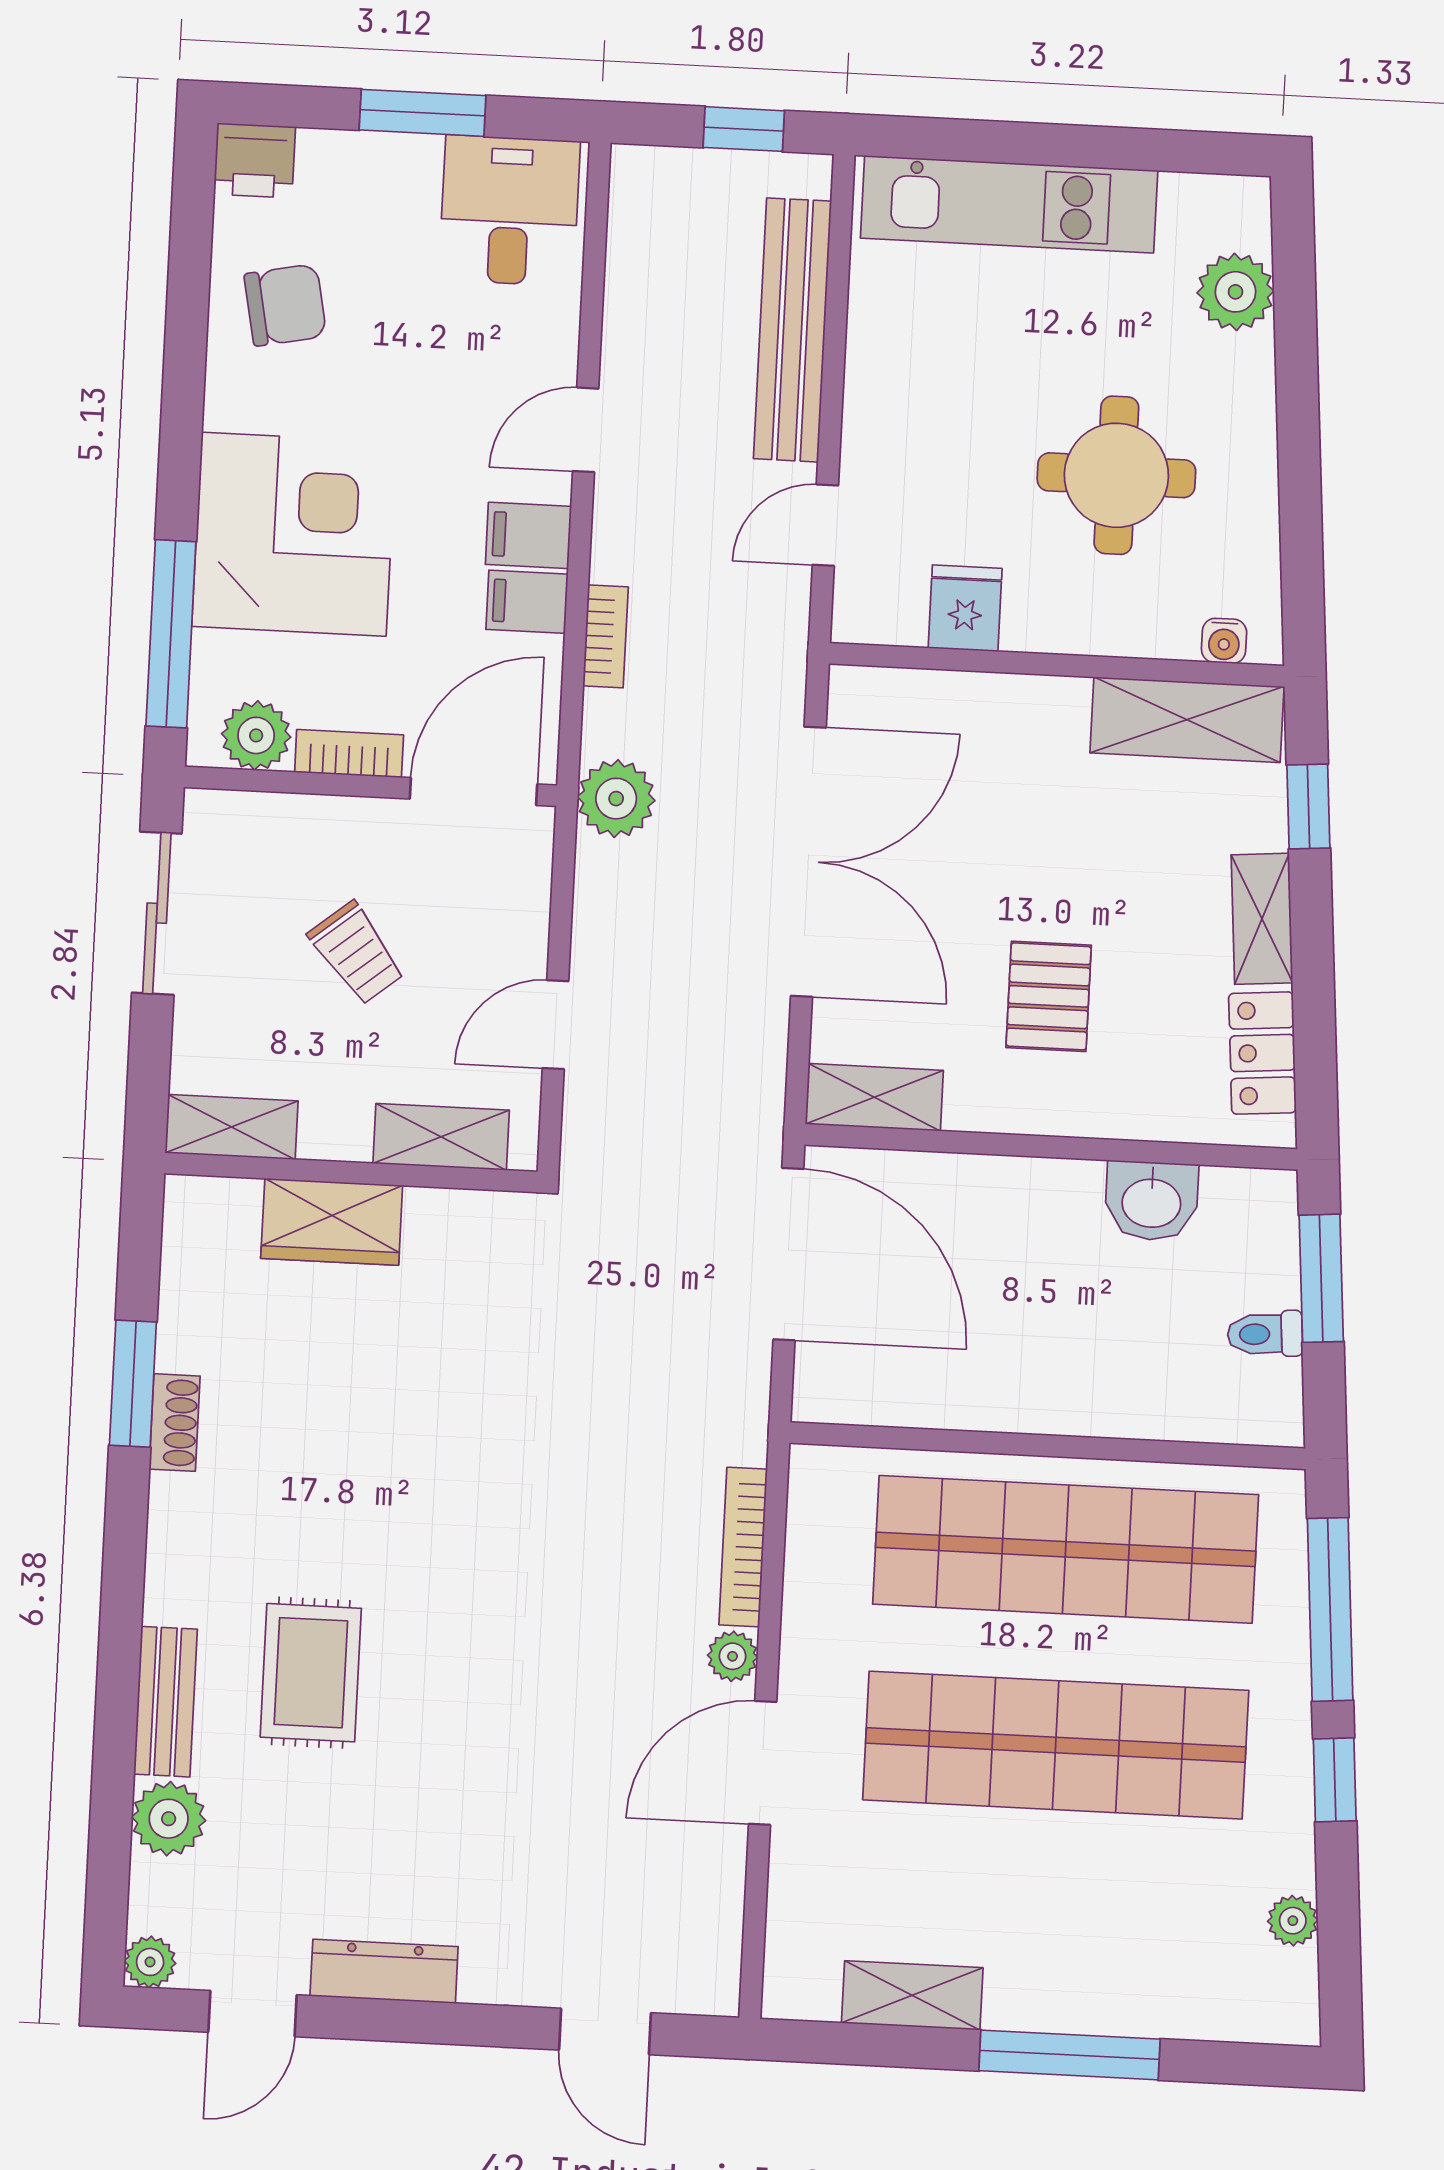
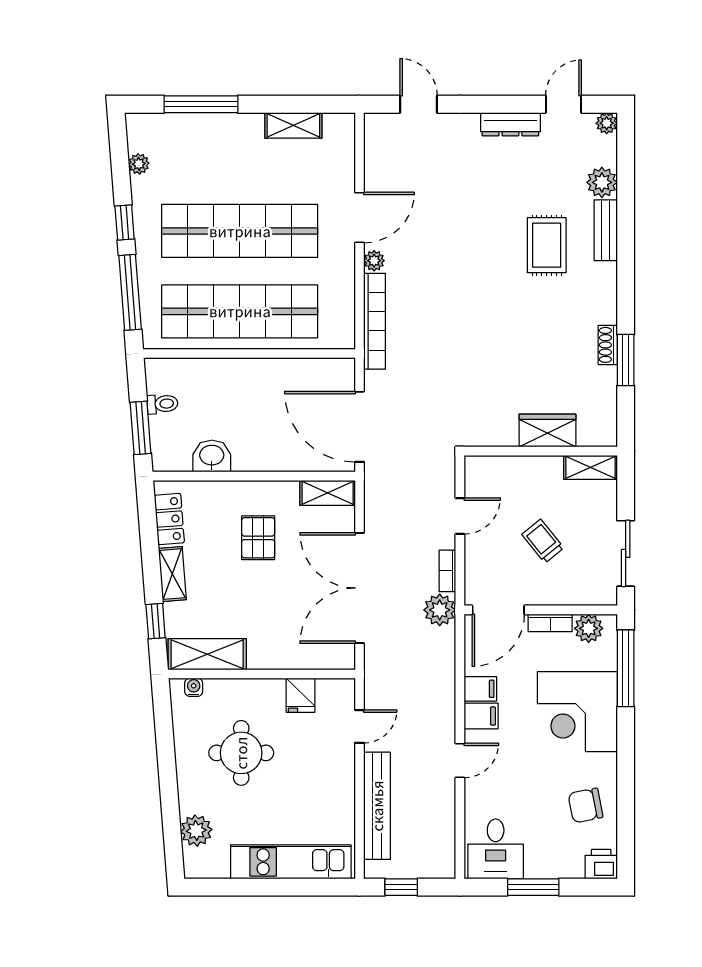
bookcase: (606, 636) -> (447, 571), moved
shelving: (441, 1137) -> (504, 468), removed
bookcase: (743, 1547) -> (375, 321), width x1.48, depth x1.31
window: (1069, 2055) -> (201, 104), moved

